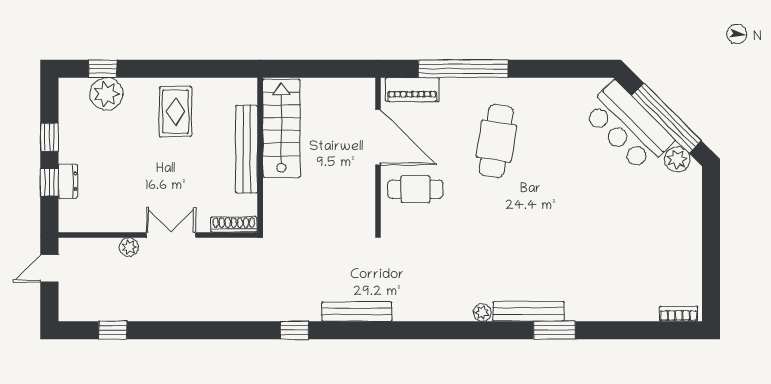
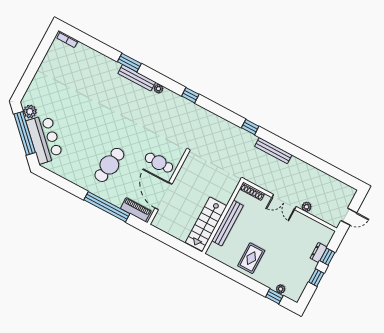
plant: (106, 94) -> (281, 289), width x0.53, depth x0.53
bench: (357, 311) -> (273, 151), moved
window: (113, 330) -> (190, 95), moved

